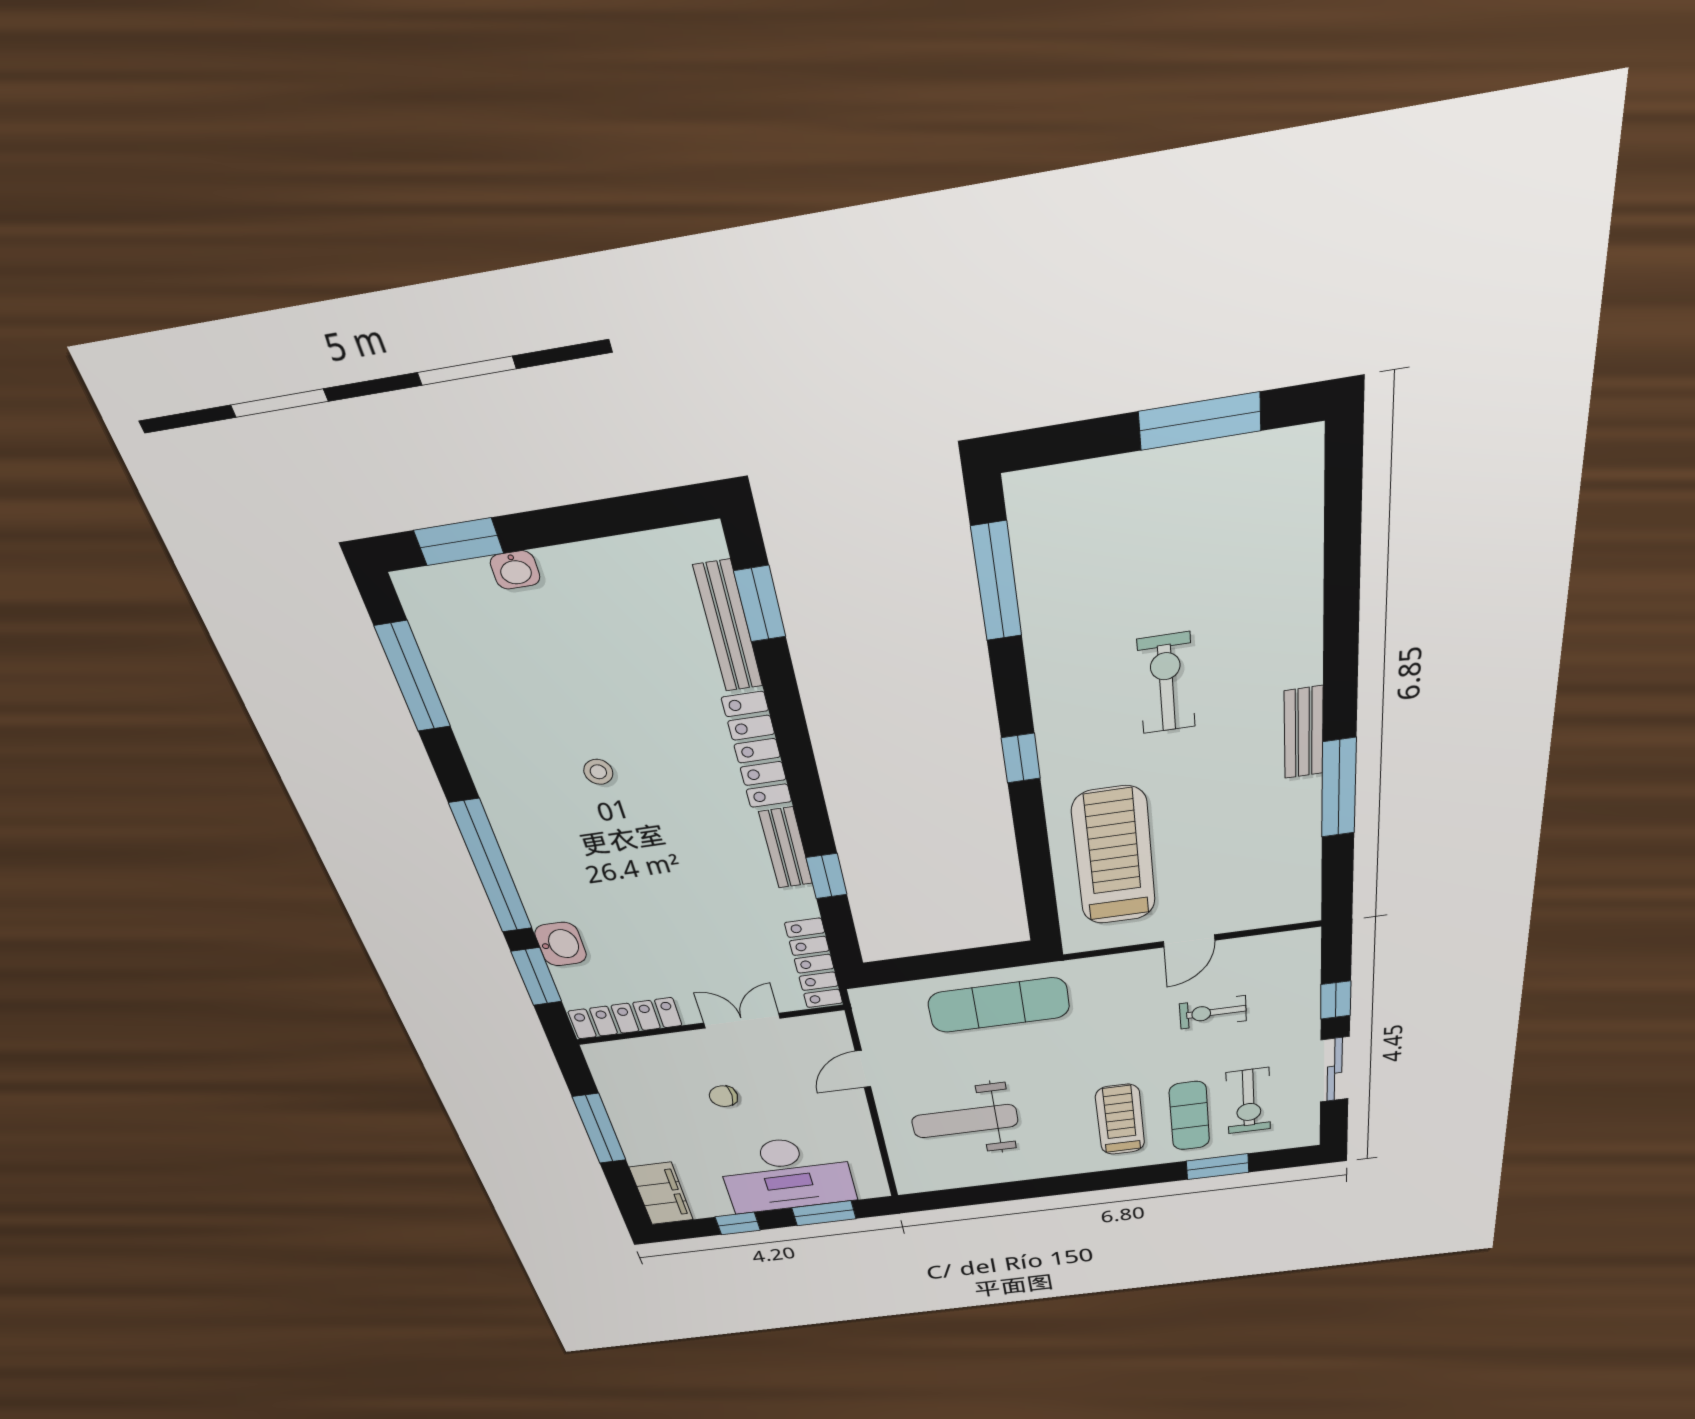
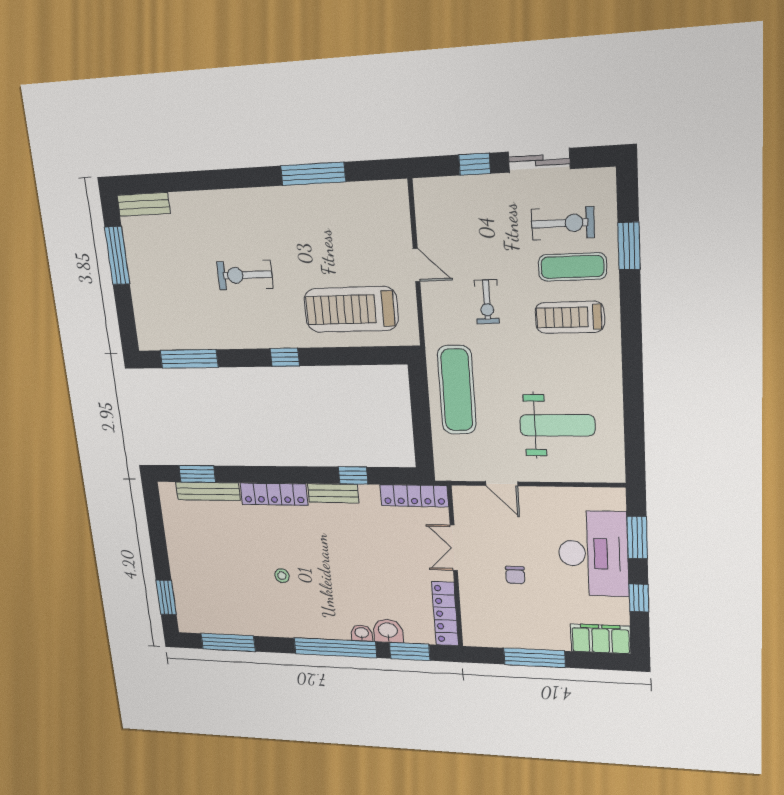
washbasin: (515, 570) -> (362, 633), moved, turned -90
bench: (1304, 733) -> (144, 204), moved
exercise bike: (1213, 1012) -> (487, 302), moved
weight bench: (965, 1121) -> (557, 425), turned -90

